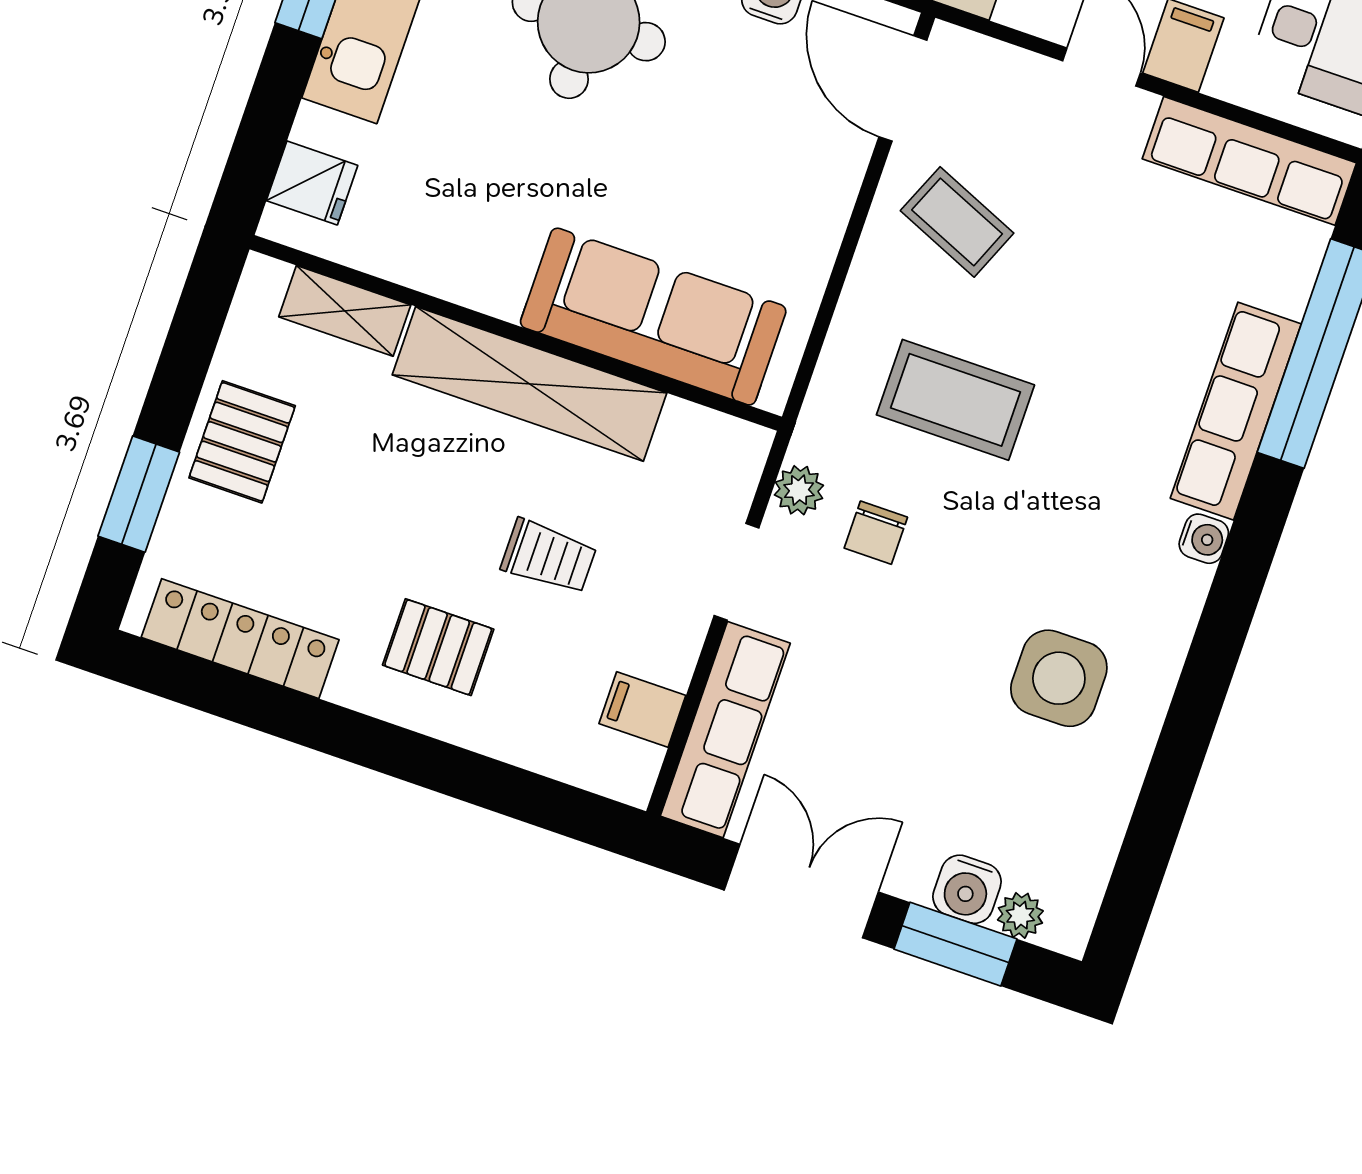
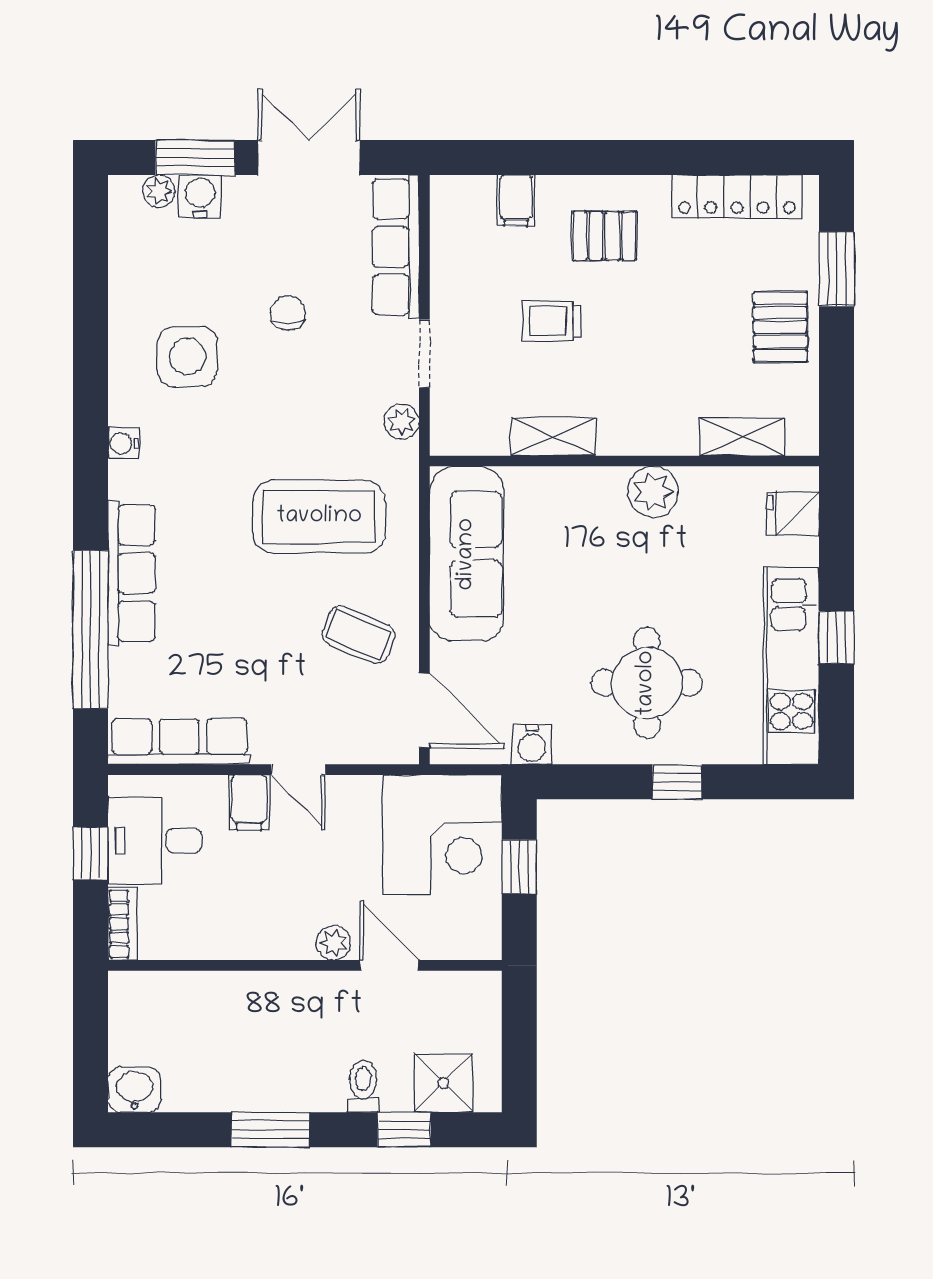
plant: (491, 278) -> (653, 492), added
sofa: (653, 317) -> (467, 554), moved, turned -90
shelving: (529, 384) -> (553, 437), width x0.45, depth x0.75
coffee table: (955, 400) -> (319, 517), width x1.36, depth x1.32
chair: (876, 533) -> (288, 313), moved
water cooler: (1204, 539) -> (123, 443), moved
filing cabinet: (642, 709) -> (516, 201), moved, turned 90
double door: (801, 891) -> (309, 158), swing flipped

